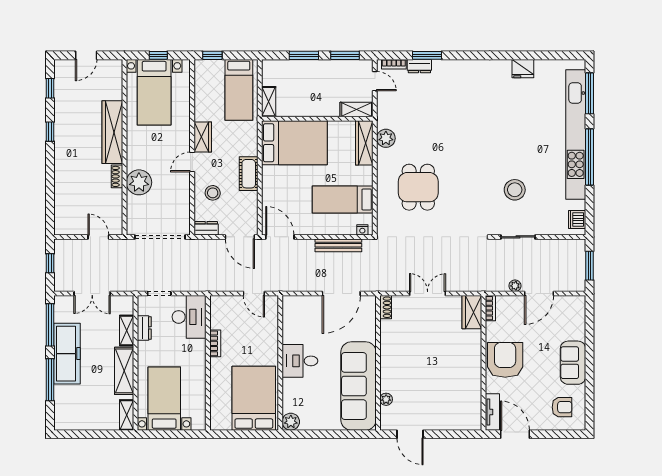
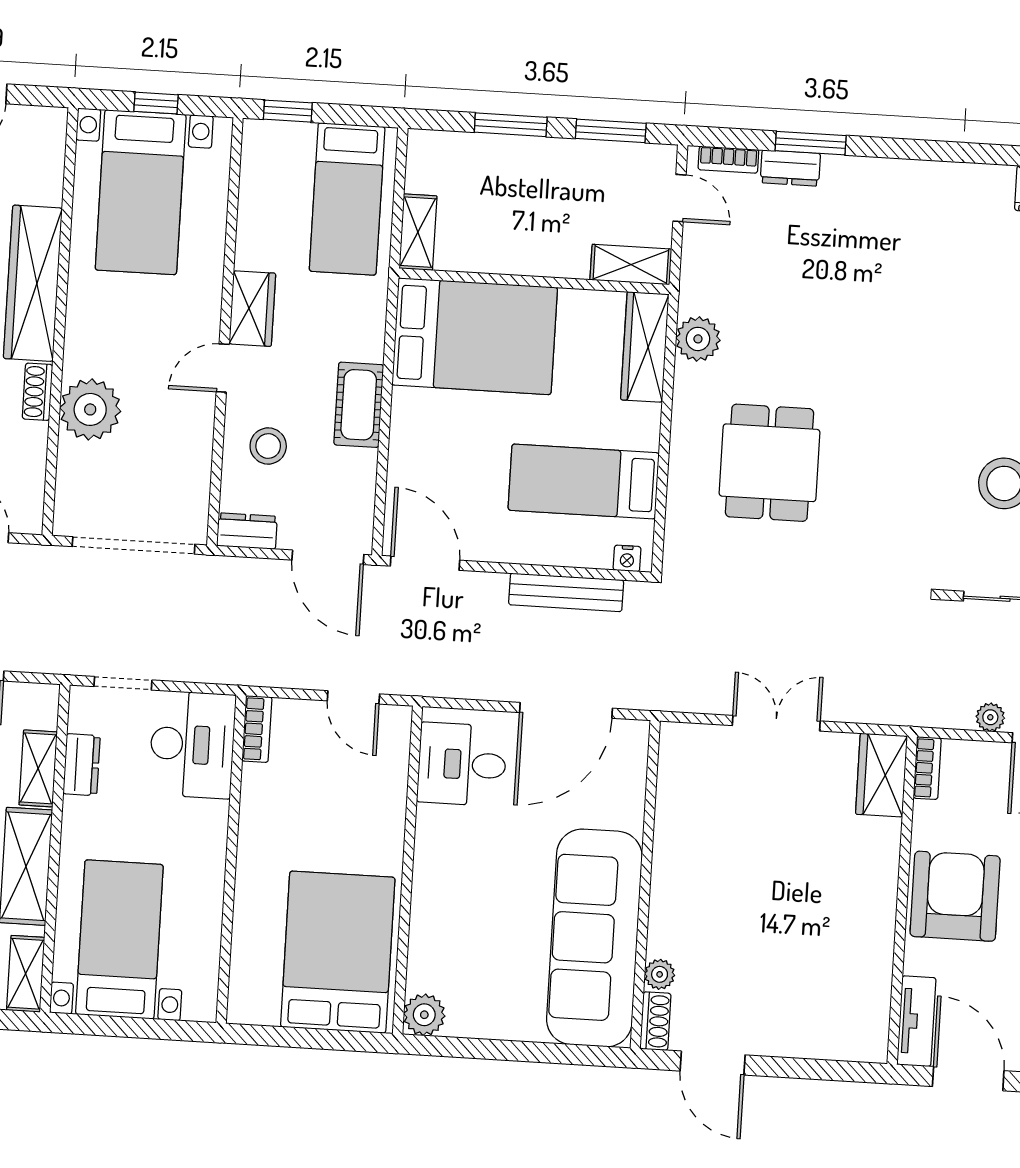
shoe rack: (386, 307) -> (655, 1021), moved
bookcase: (215, 343) -> (257, 729), moved
desk: (300, 361) -> (462, 764), moved

